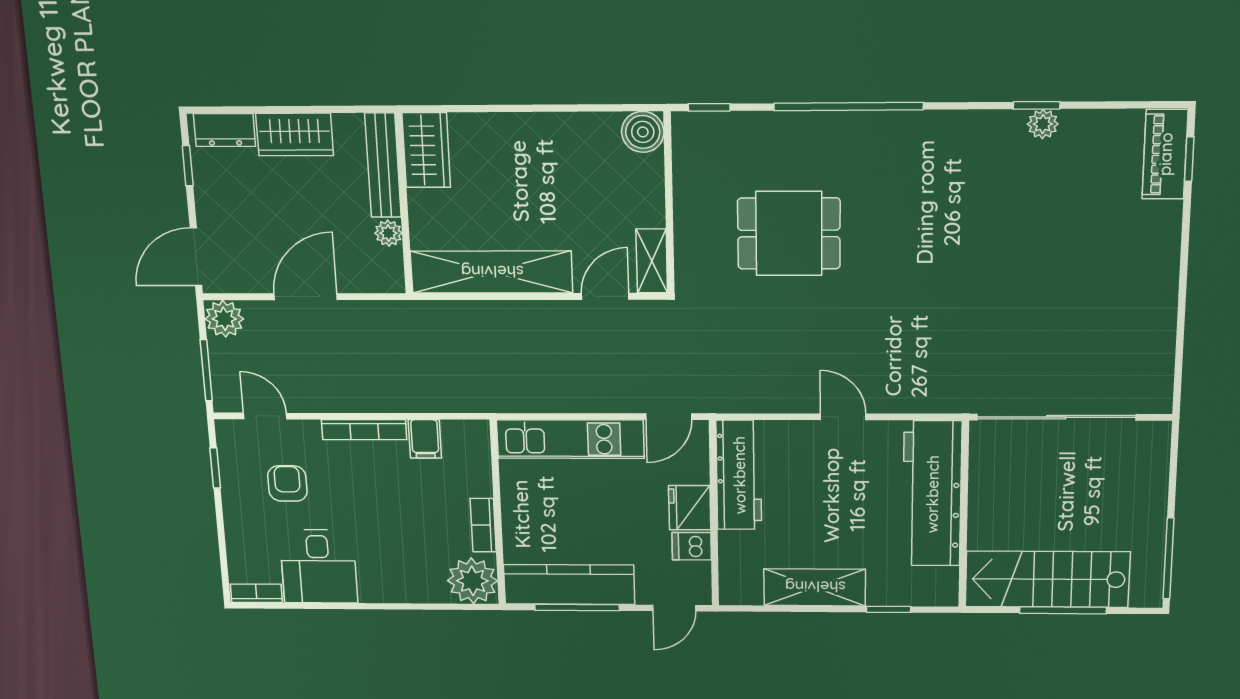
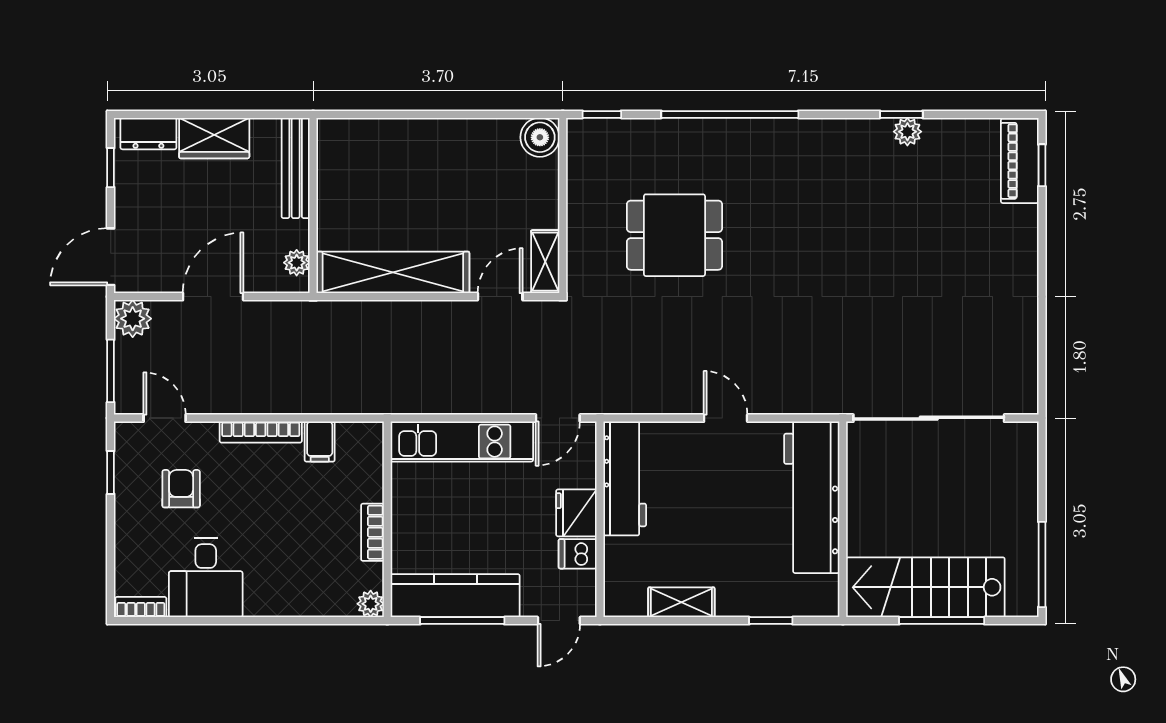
wardrobe: (426, 150) -> (337, 154), removed
plant: (388, 233) -> (297, 263), moved
plant: (472, 581) -> (371, 604), width x0.53, depth x0.53
shelving: (815, 587) -> (681, 602), width x0.67, depth x0.75

